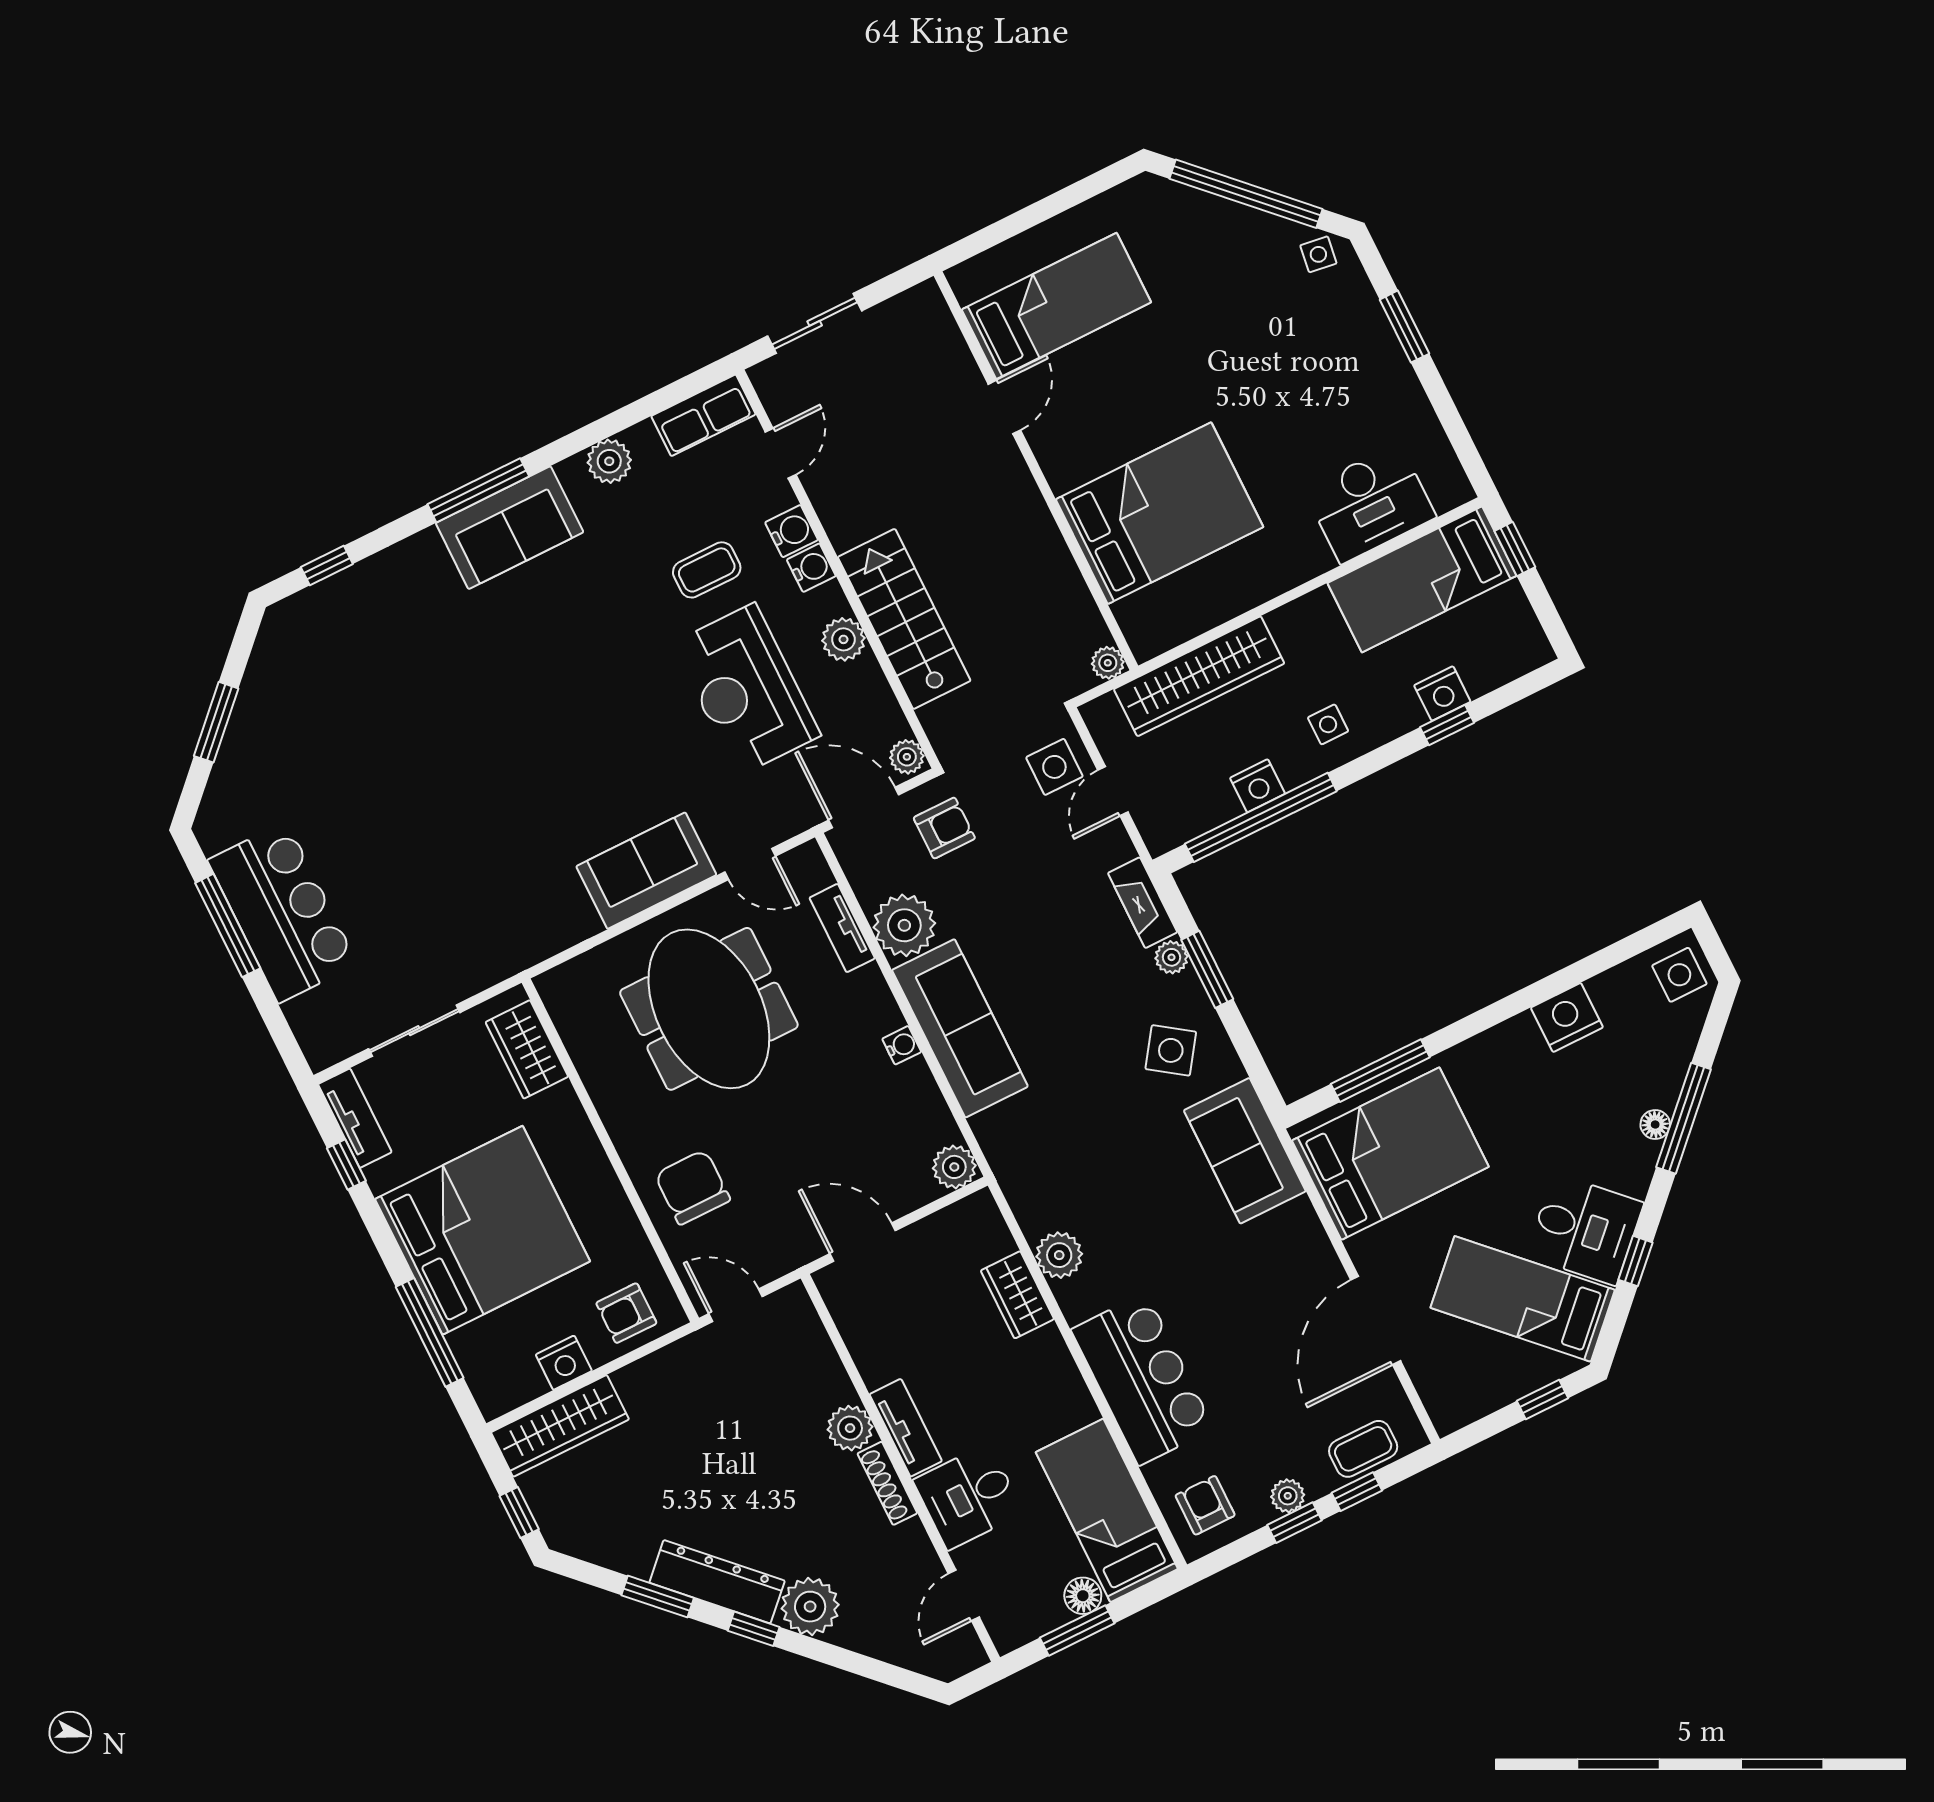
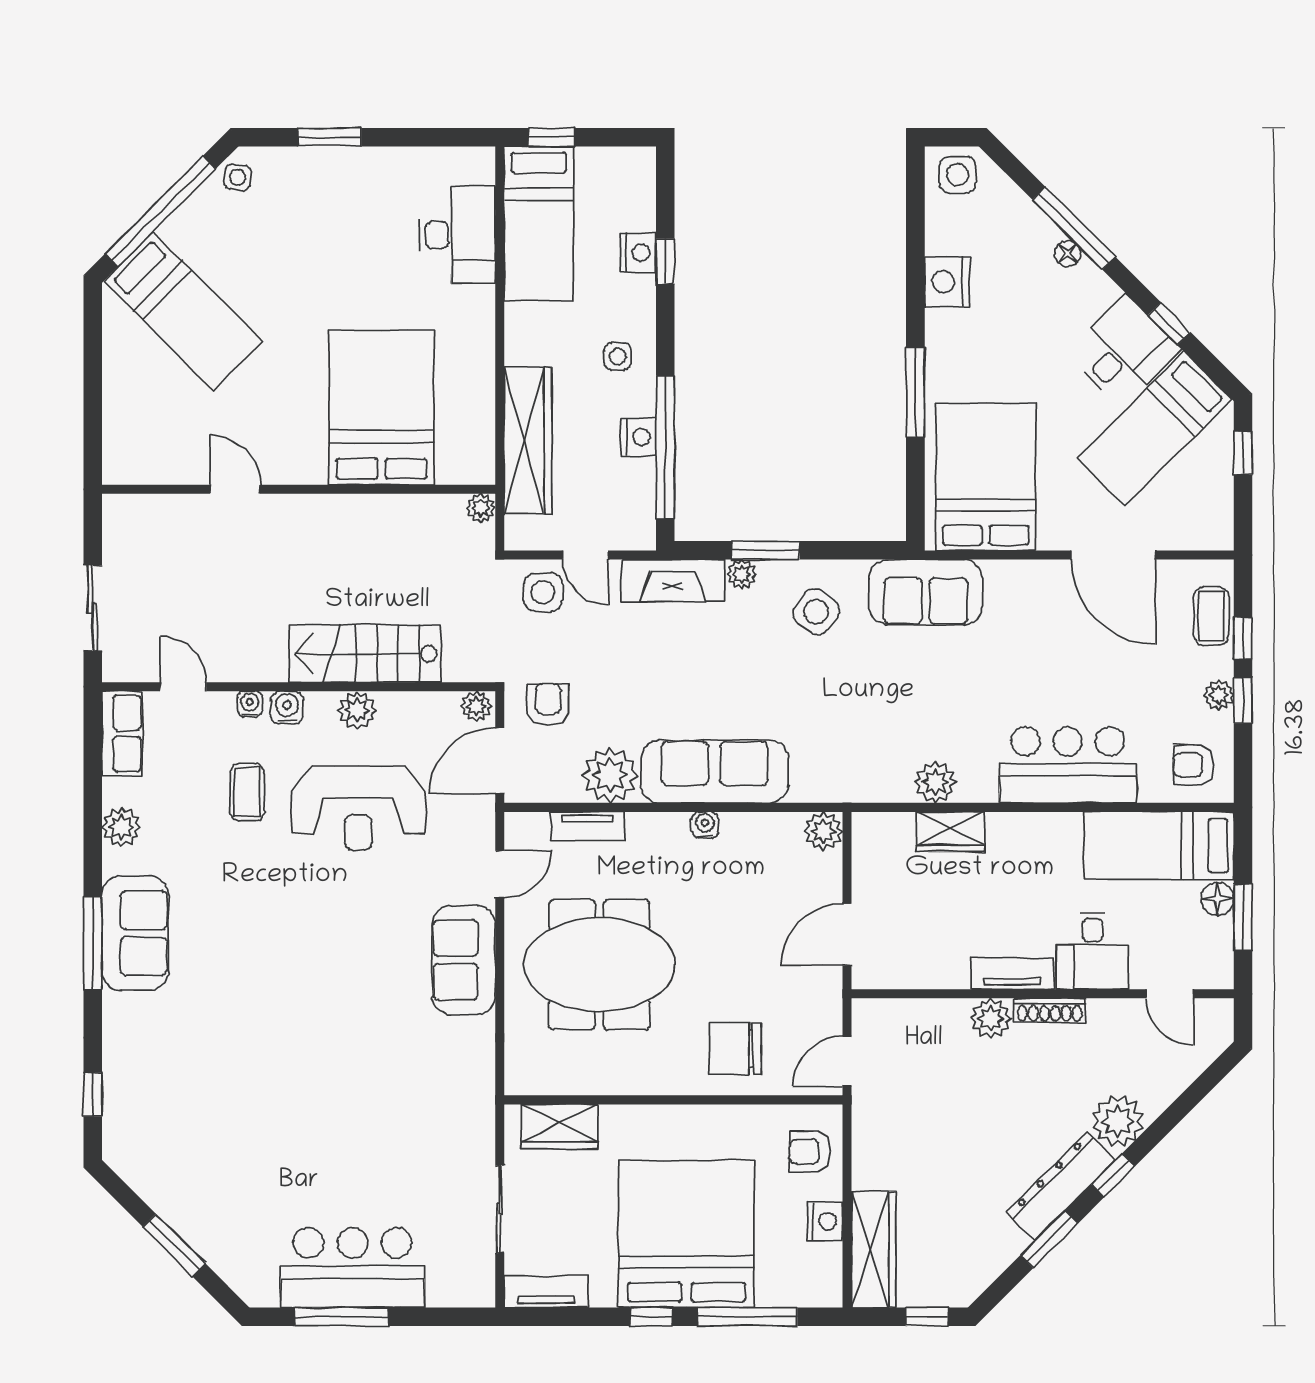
bed: (1056, 306) -> (183, 311), moved, turned 135
water cooler: (792, 531) -> (250, 704), width x0.72, depth x0.72
fireplace: (1143, 903) -> (673, 581), width x1.37, depth x1.32
window: (1380, 1071) -> (915, 392), moved
window: (346, 1165) -> (651, 1317), moved
armchair: (626, 1313) -> (810, 1152), turned 90

